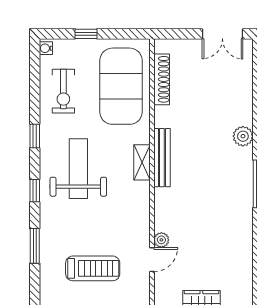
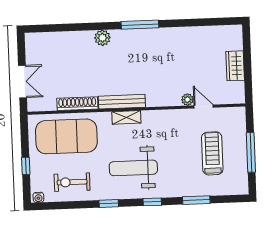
double door: (222, 34) -> (23, 82), moved
shoe rack: (162, 79) -> (77, 104), moved
exercise bike: (63, 91) -> (72, 182), turned 180

